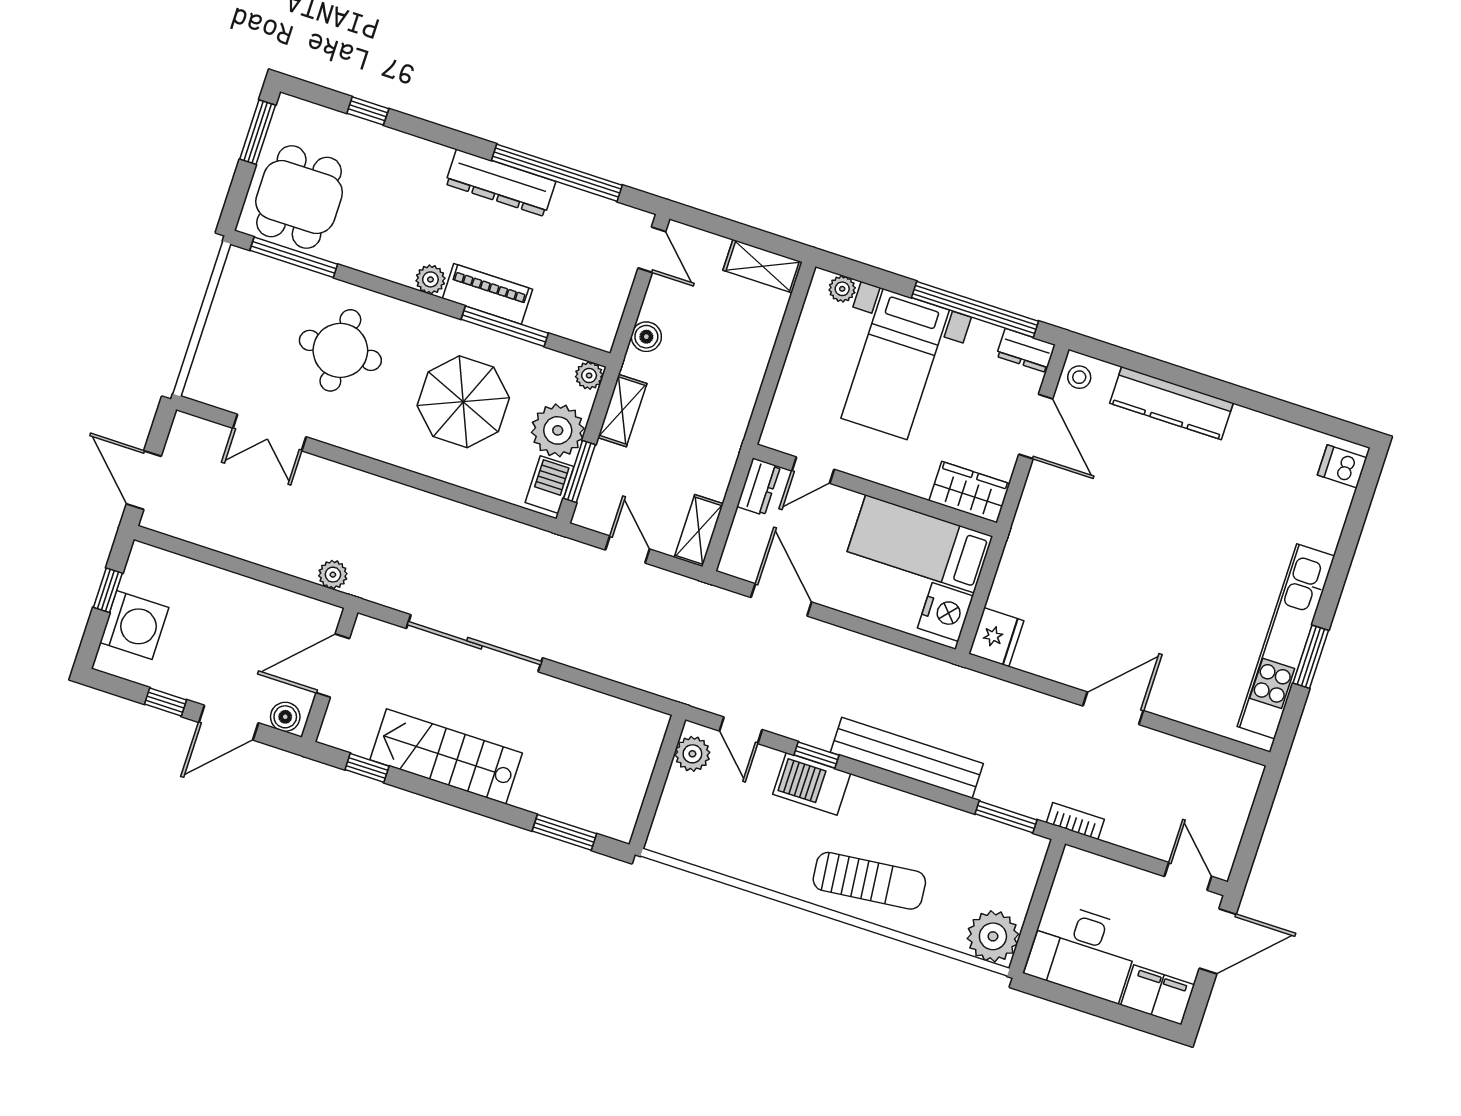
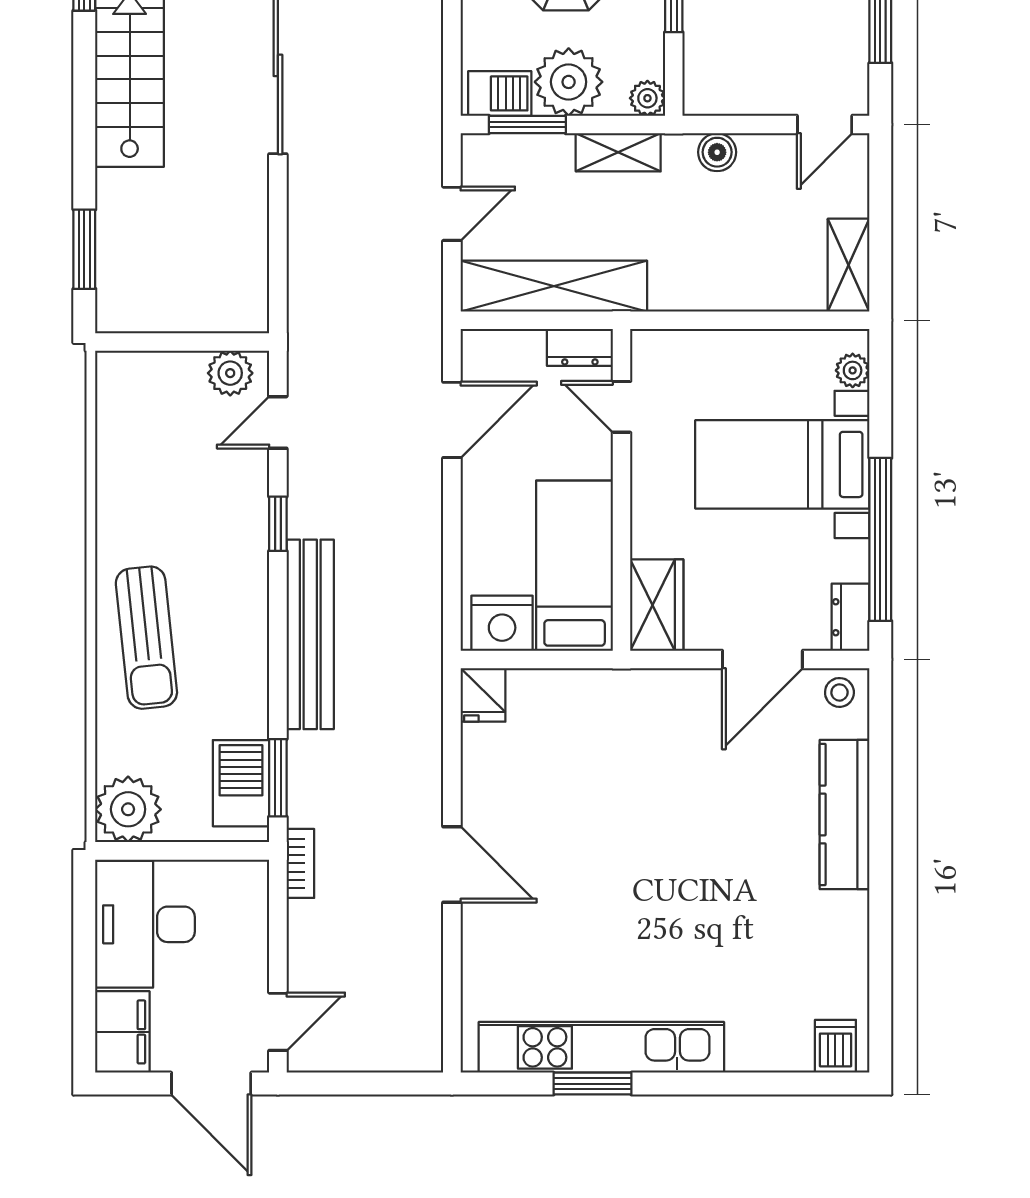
shelving: (699, 531) -> (554, 286), width x2.20, depth x1.33
fridge: (996, 637) -> (483, 695), width x0.72
barbecue: (812, 784) -> (241, 783), moved

